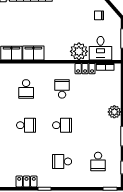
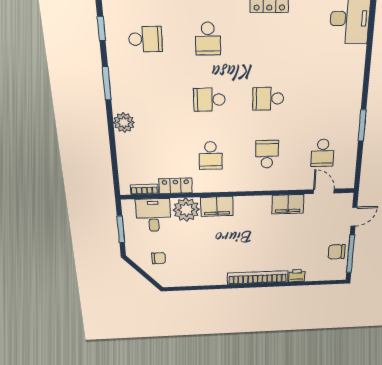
filing cabinet: (33, 53) -> (217, 206), moved
school desk: (62, 161) -> (208, 39), turned 90
school desk: (98, 161) -> (145, 39), turned 90

